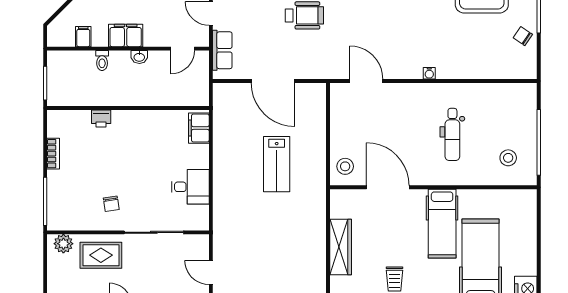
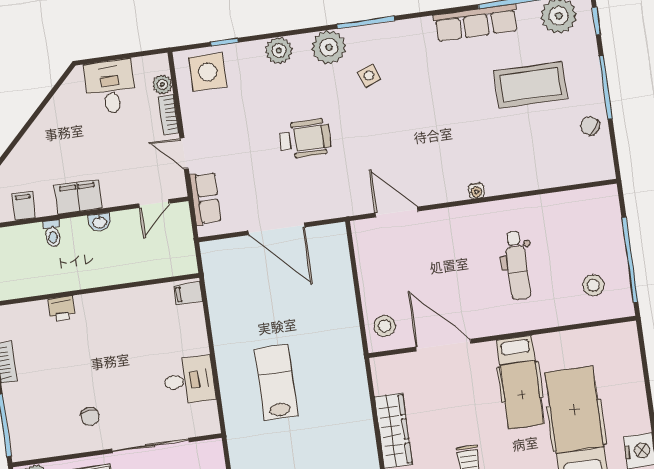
filing cabinet: (199, 128) -> (188, 293), width x0.50
lab bench: (277, 164) -> (276, 382), moved, turned 180

